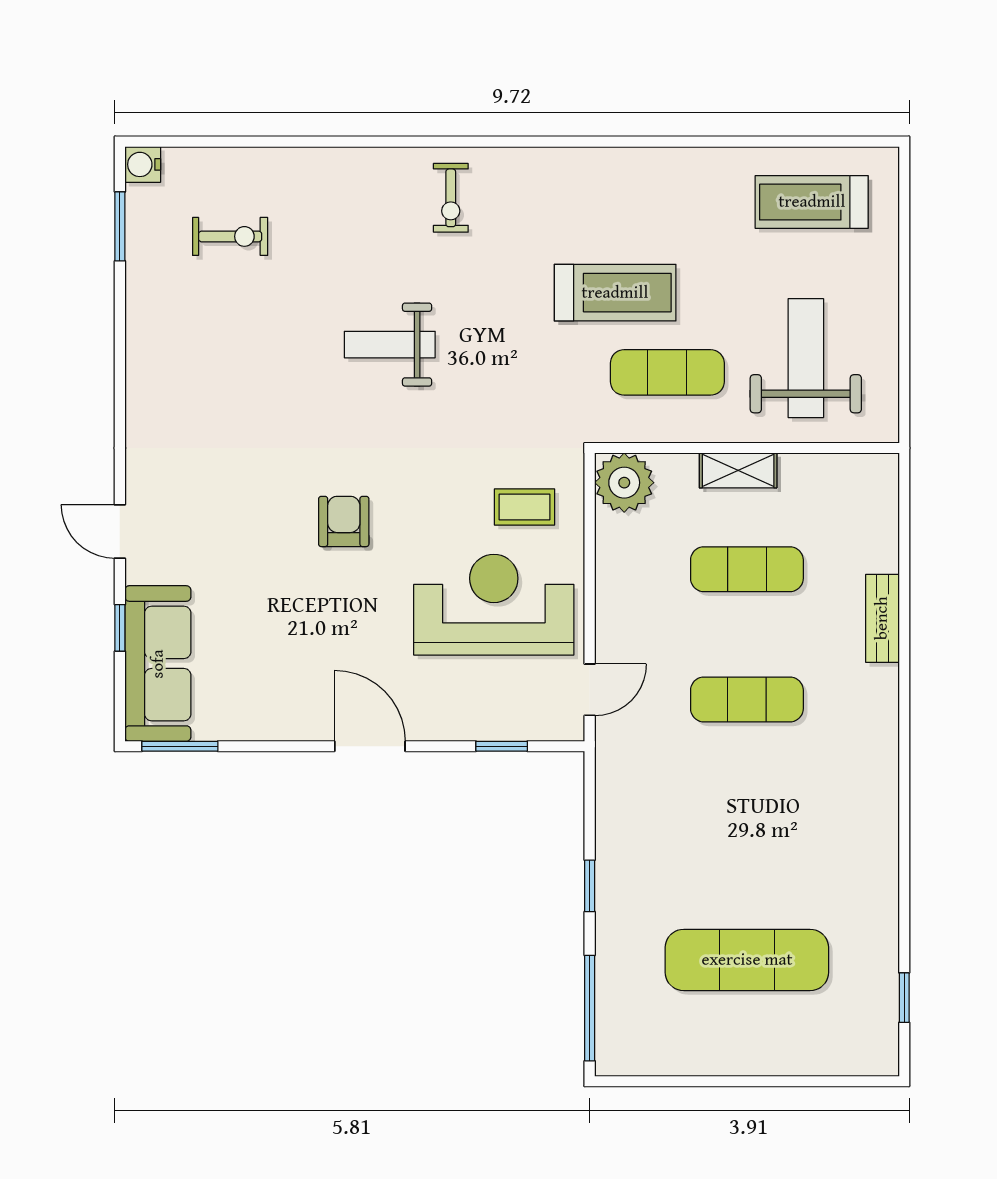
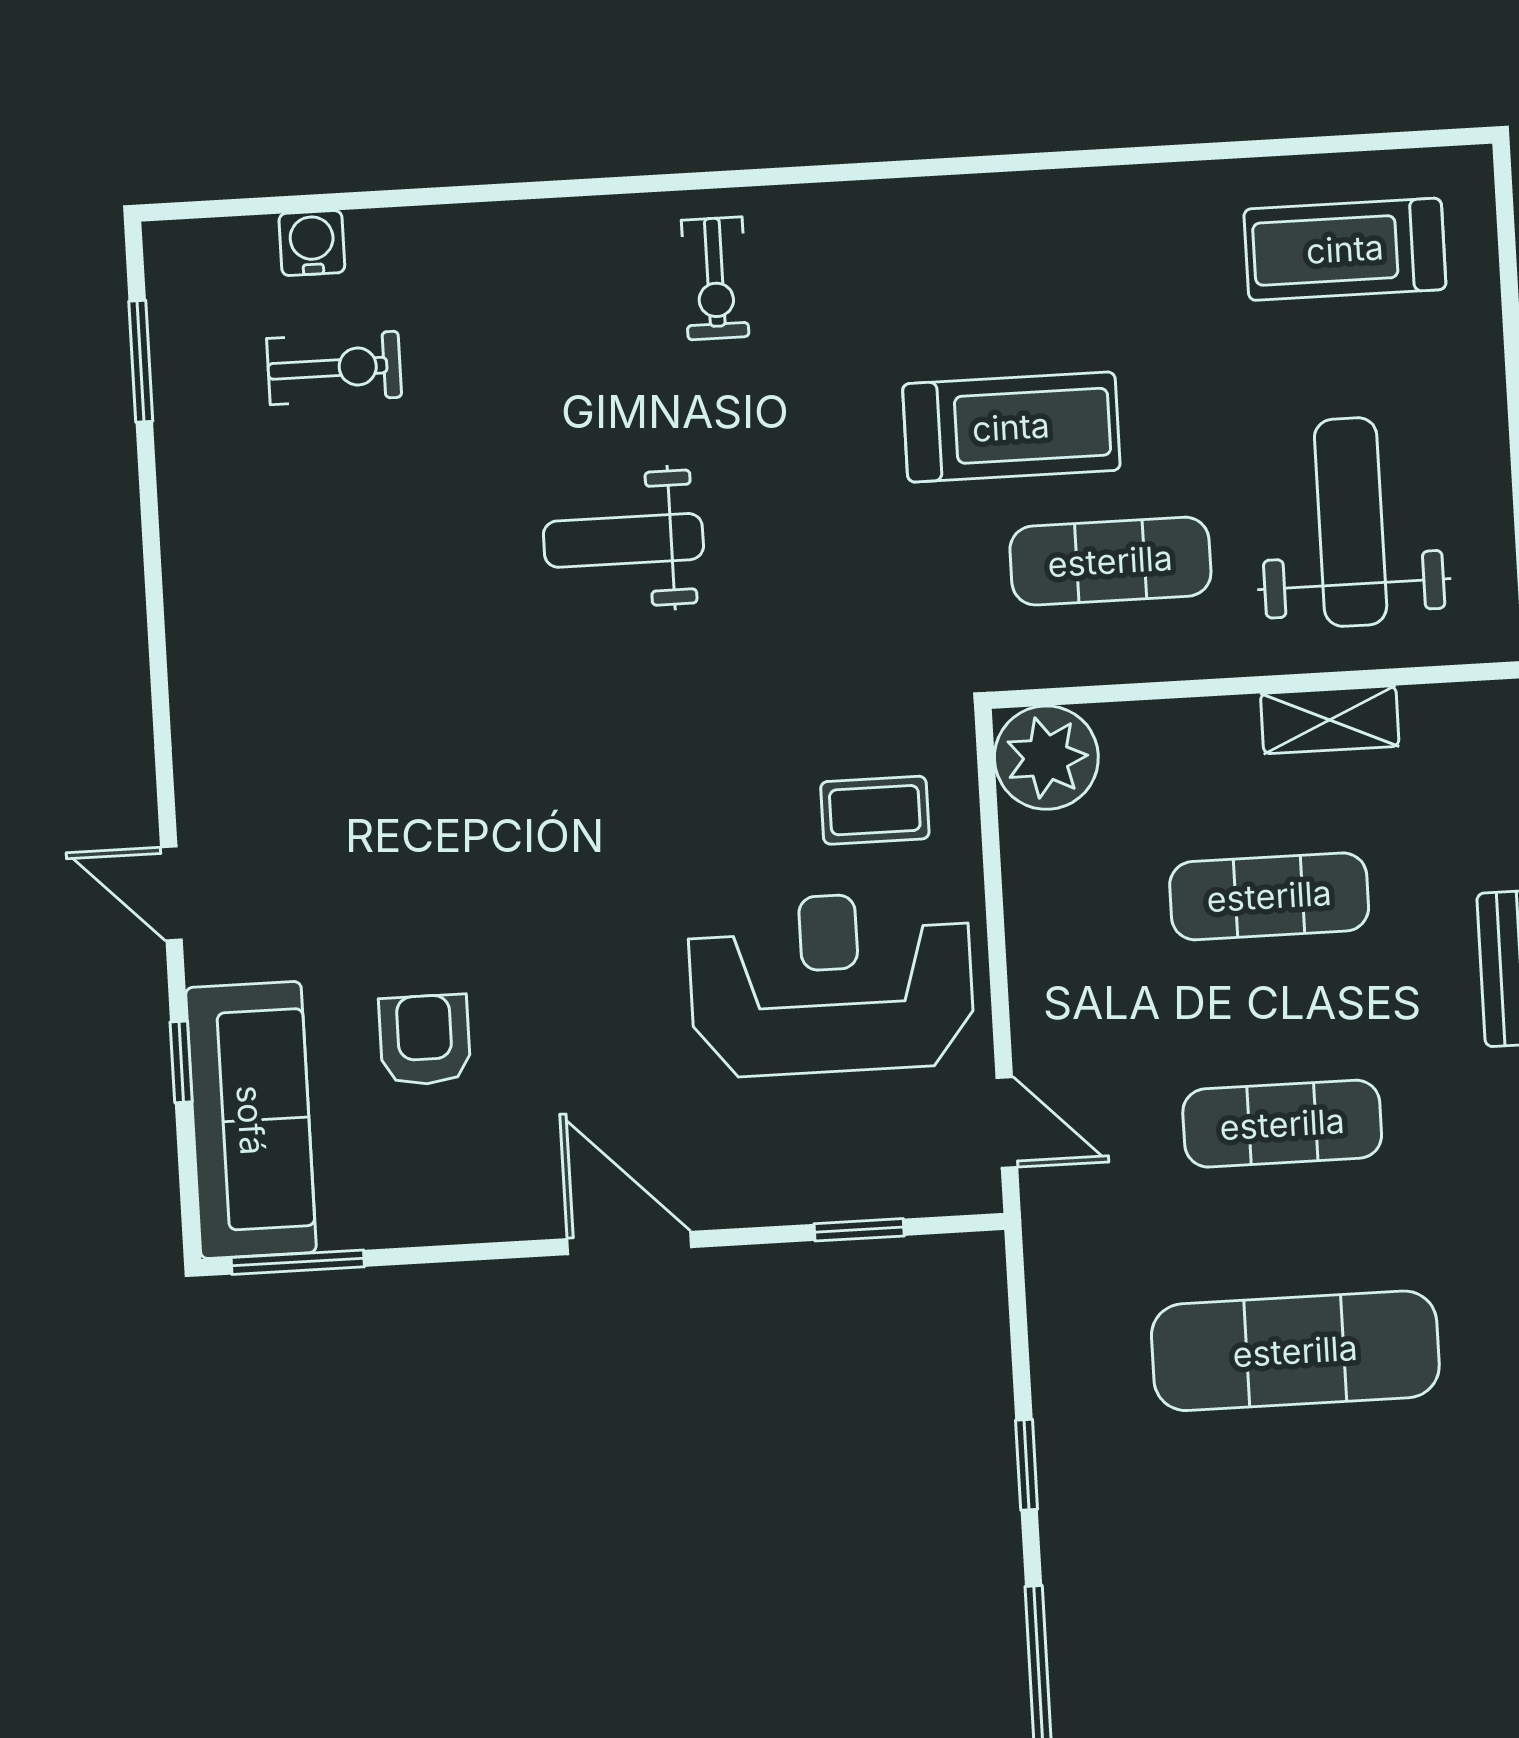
water cooler: (143, 164) -> (312, 243), moved, turned 90
shelving: (738, 470) -> (1330, 720), moved
armchair: (344, 521) -> (425, 1040), moved
door: (590, 690) -> (1007, 1122), hinge flipped
exercise mat: (747, 960) -> (1295, 1351), moved

